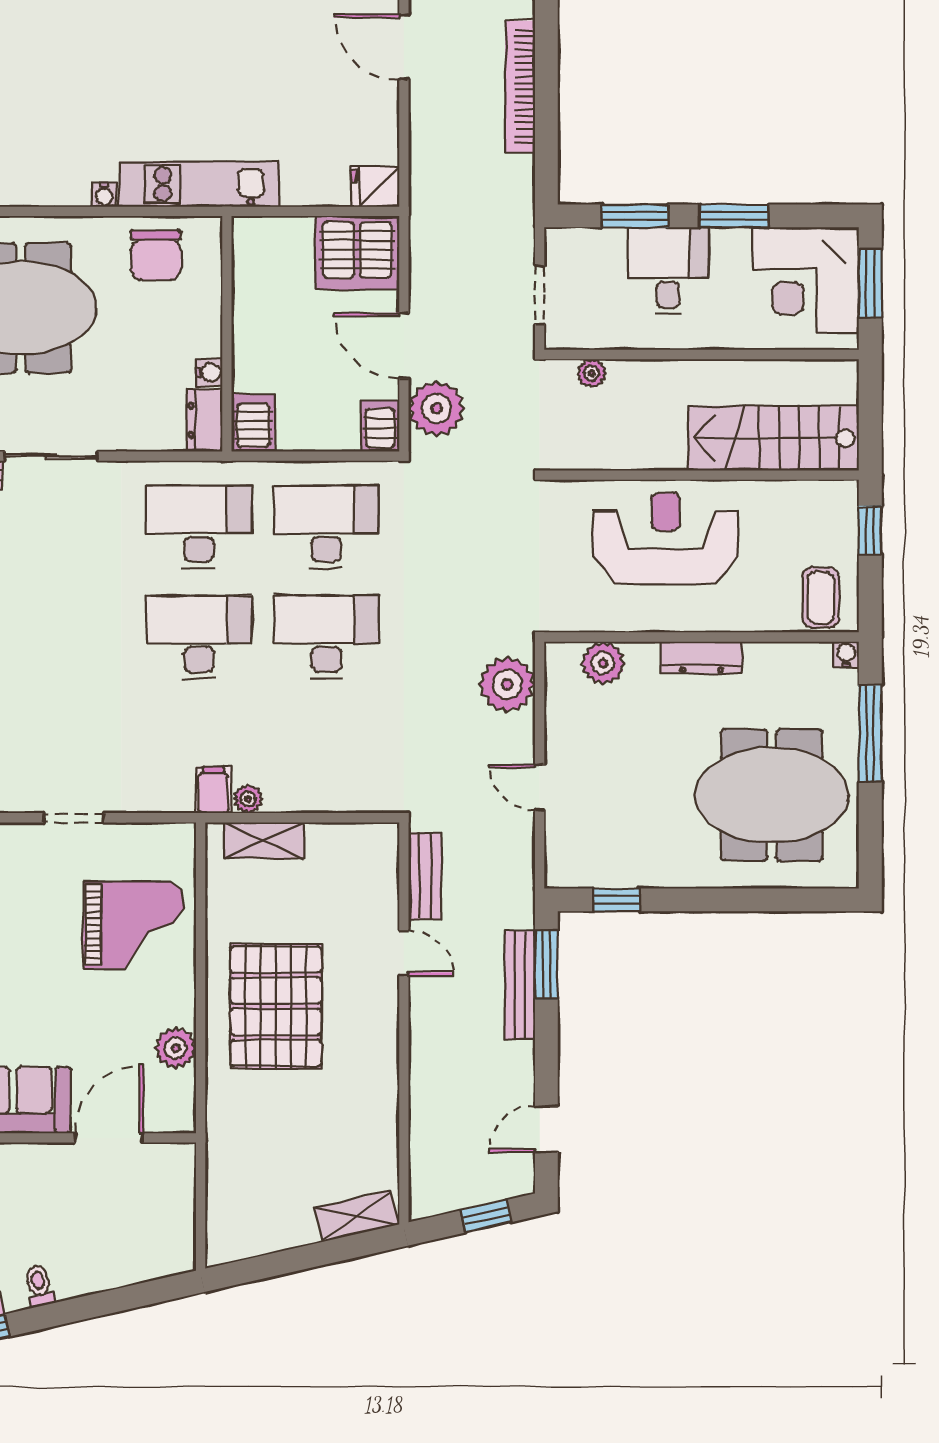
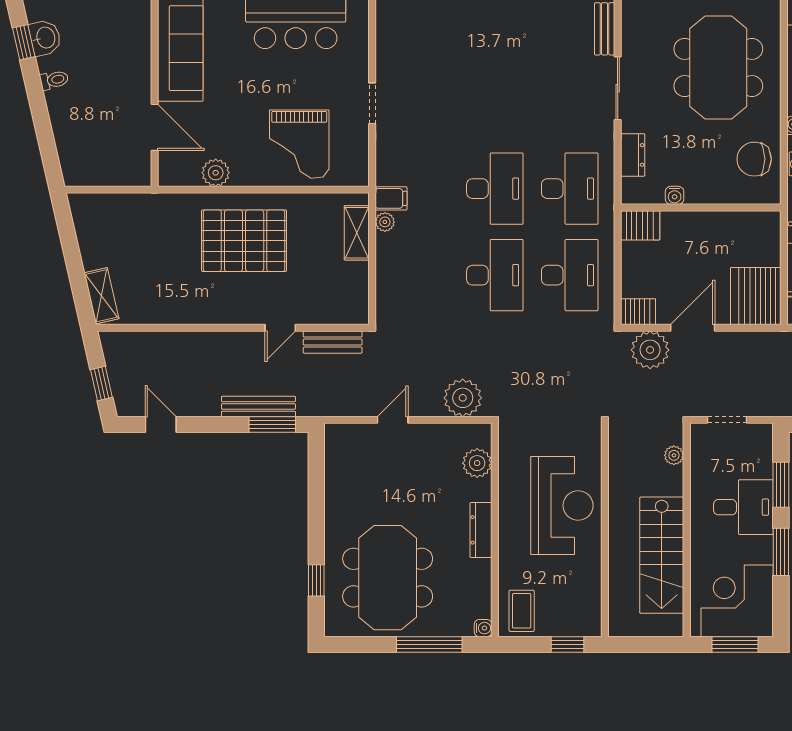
dresser: (205, 420) -> (633, 155), moved, turned 90
stairs: (773, 438) -> (662, 555), moved, turned 180
coffee table: (821, 598) -> (522, 611), turned 90
window: (617, 900) -> (316, 580), moved

